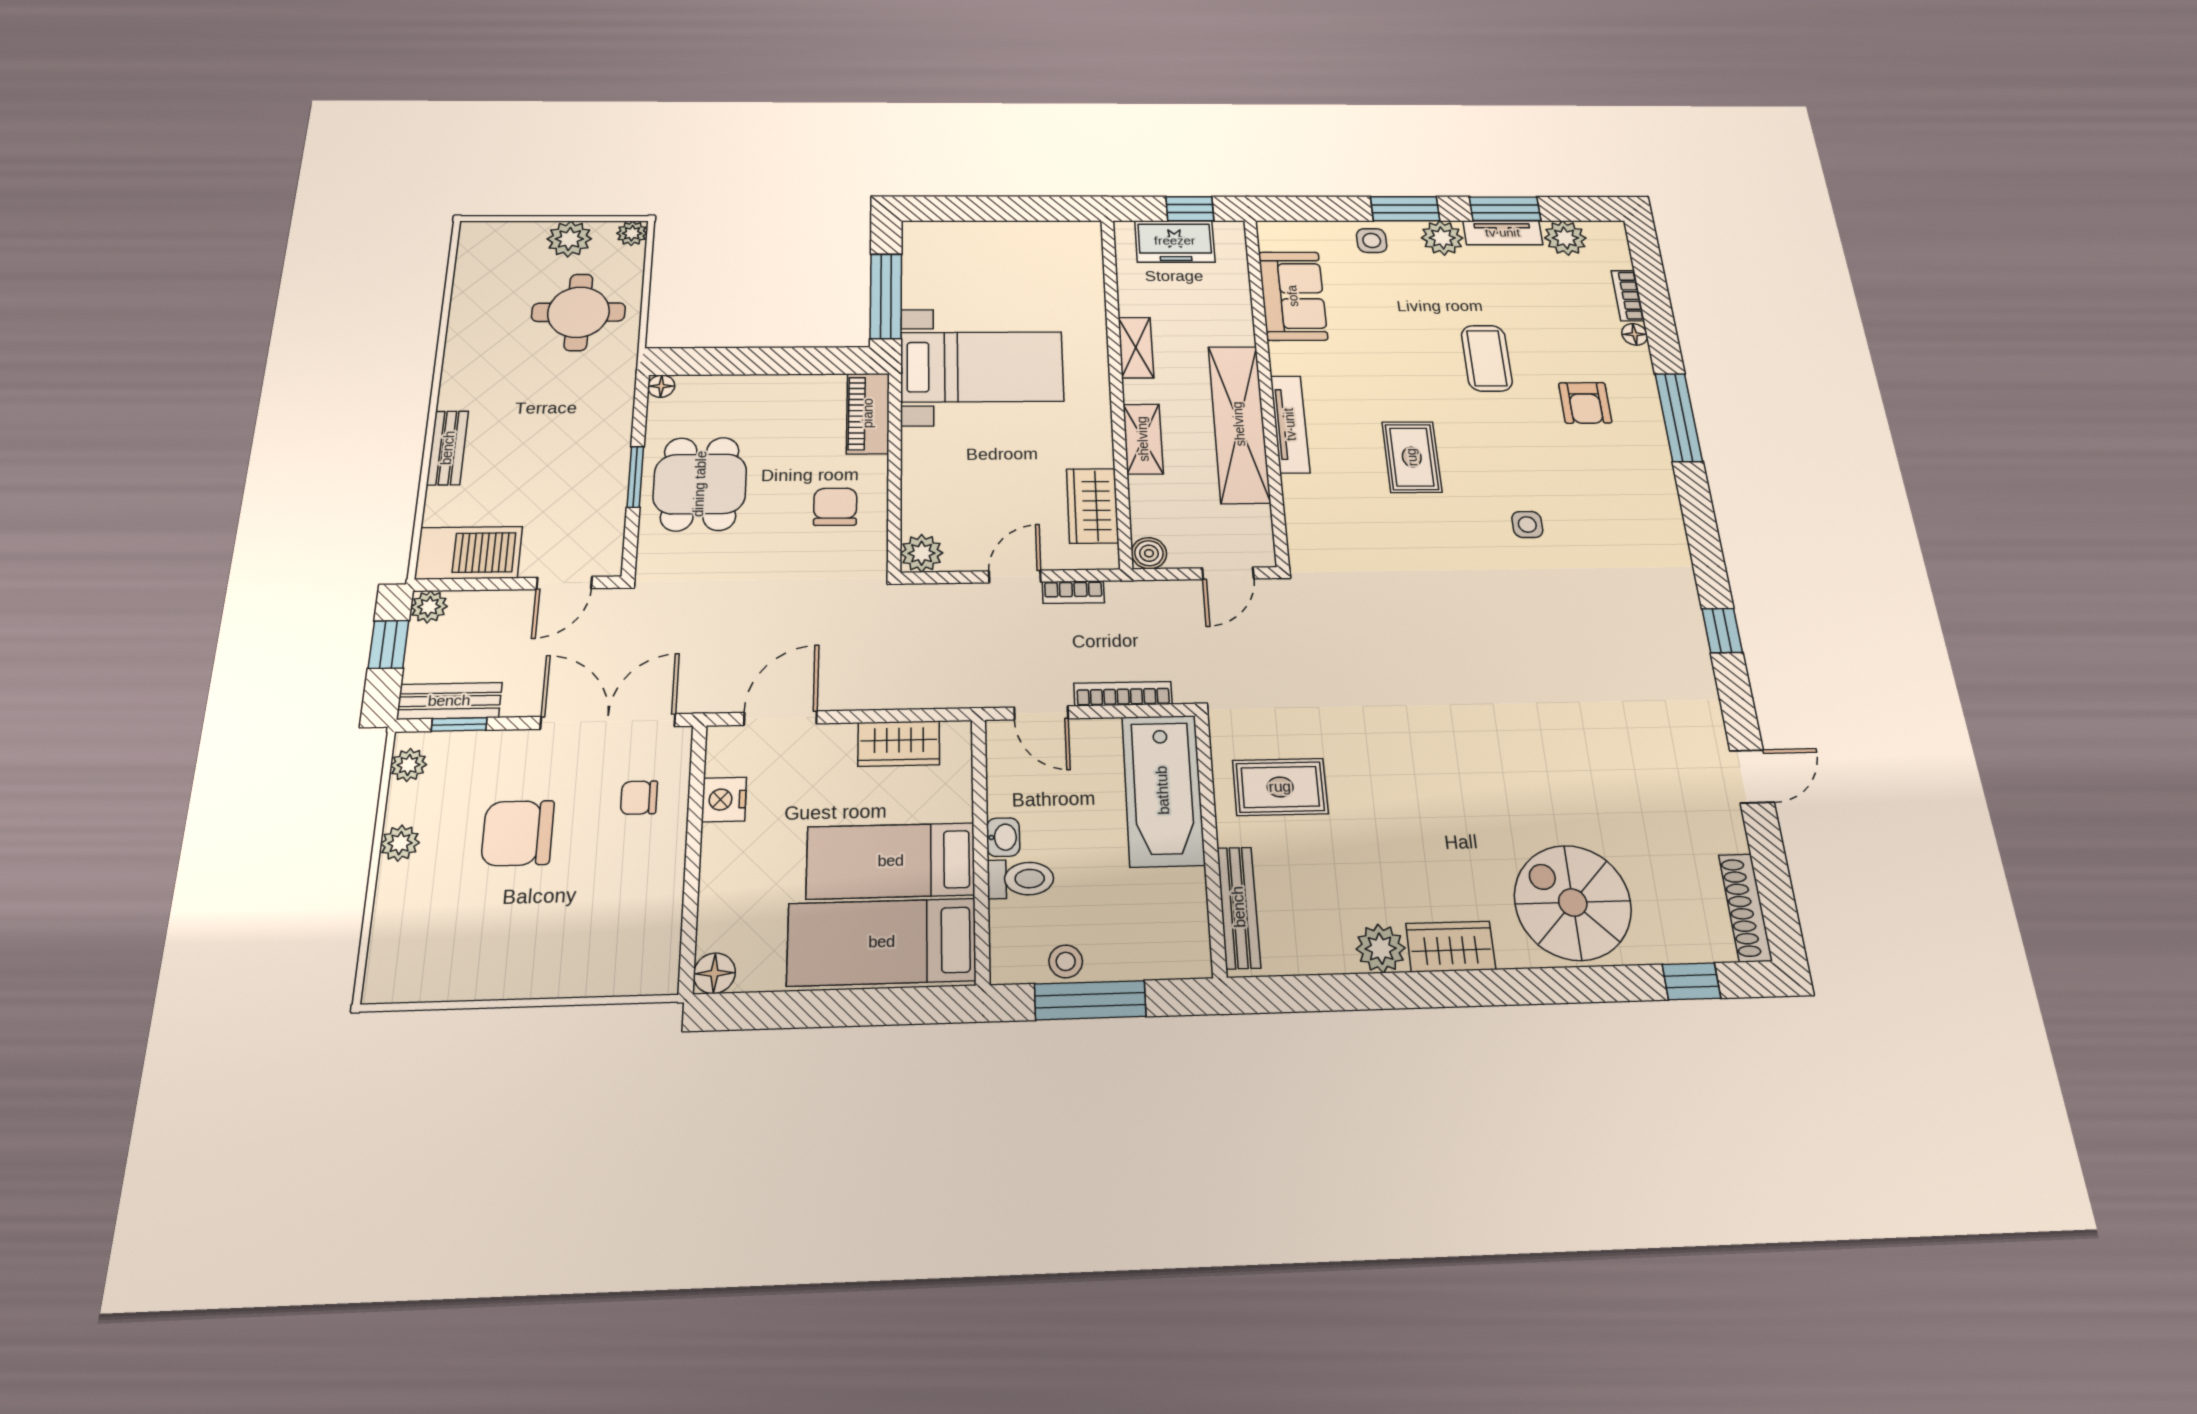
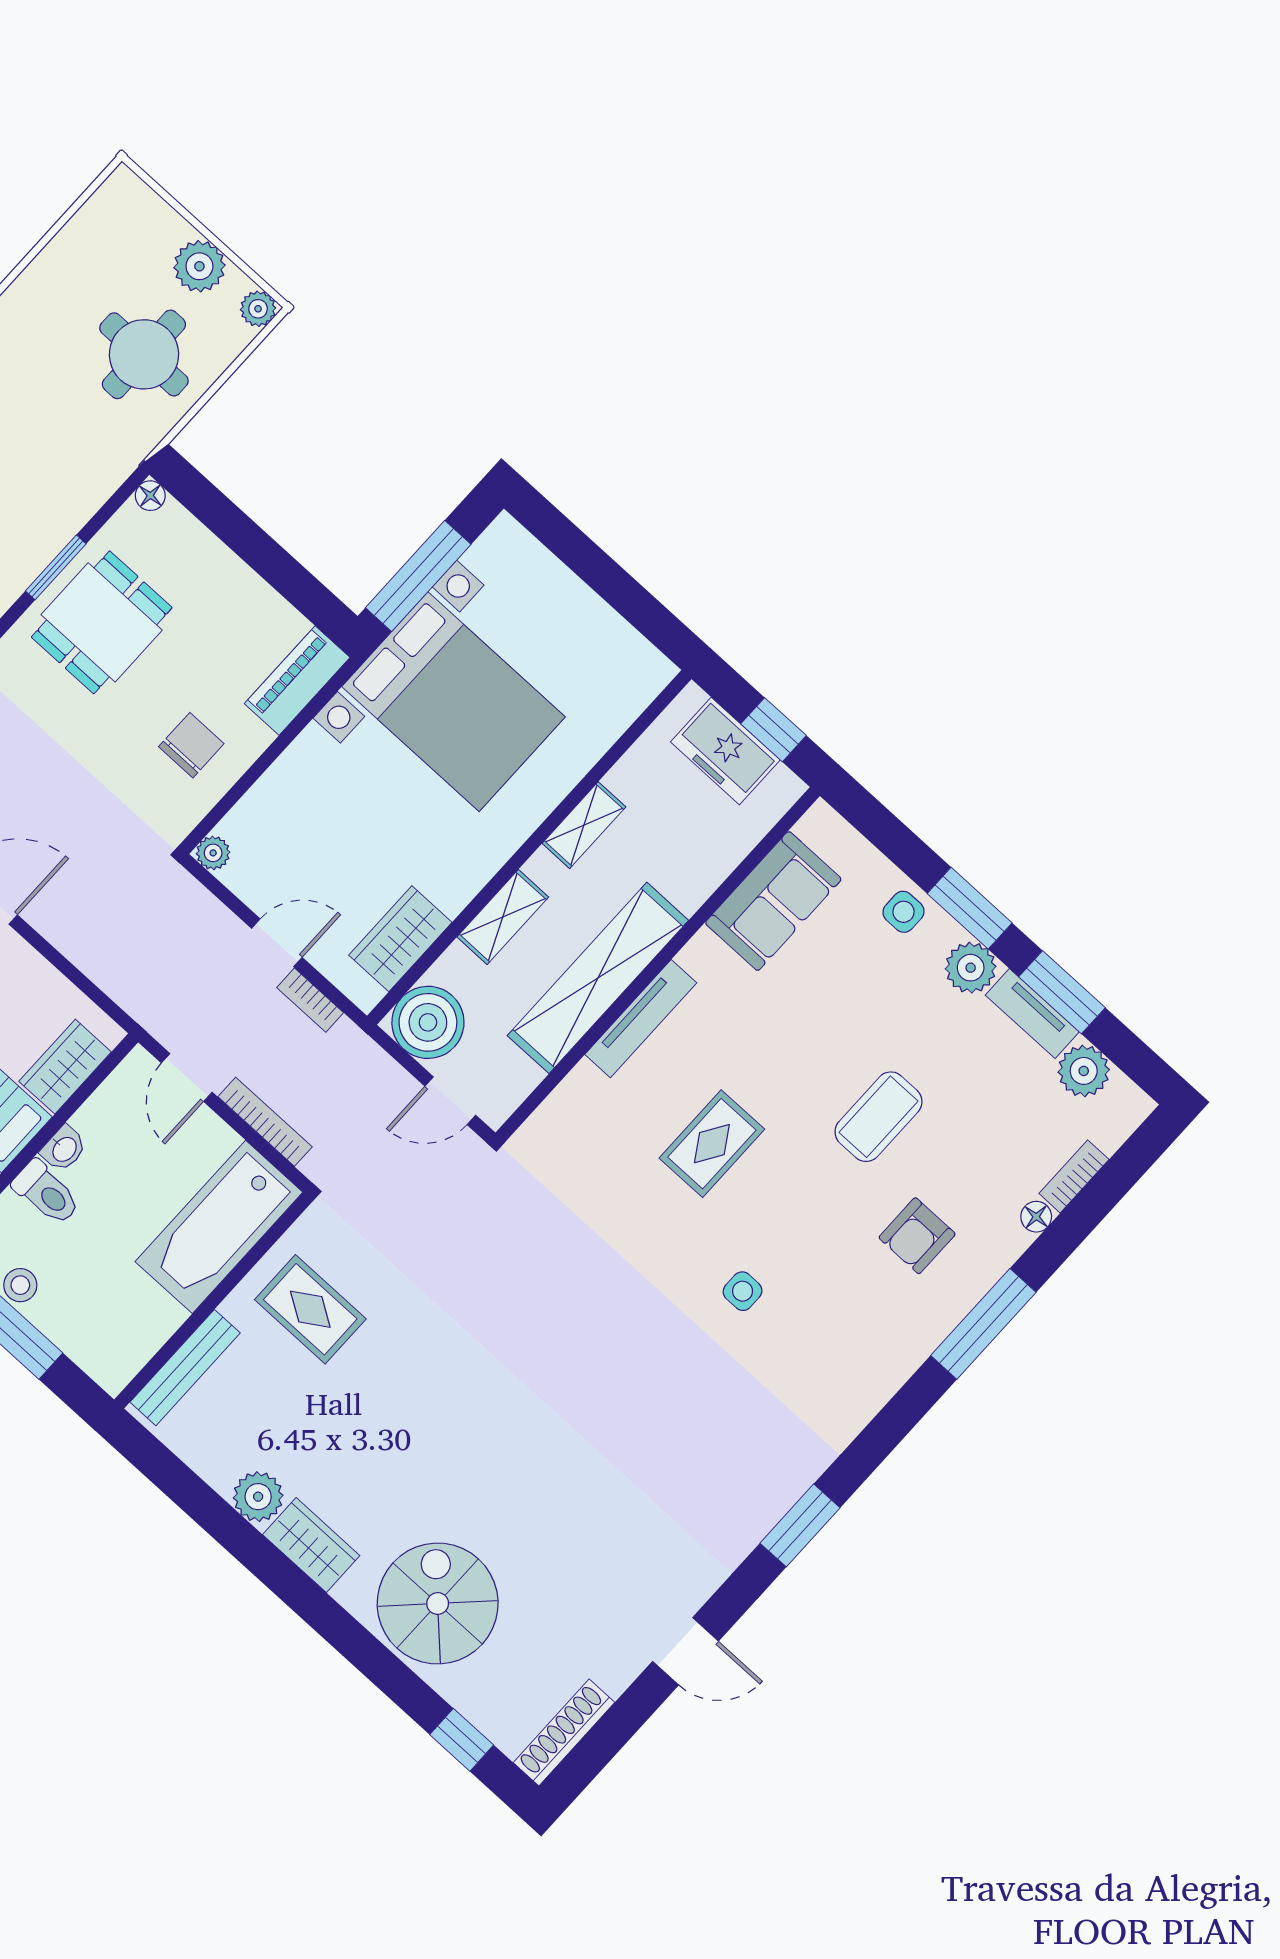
bed with nightstands: (982, 367) -> (453, 702), width x1.36
plant: (922, 553) -> (213, 853), width x0.73, depth x0.73
boiler: (1149, 553) -> (428, 1022), width x1.86, depth x1.86
window: (1722, 631) -> (800, 1525), width x1.50
wardrobe: (899, 744) -> (65, 1067), moved, turned 90

